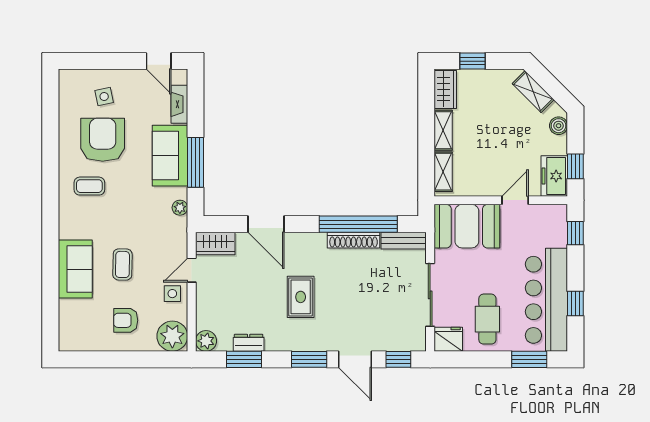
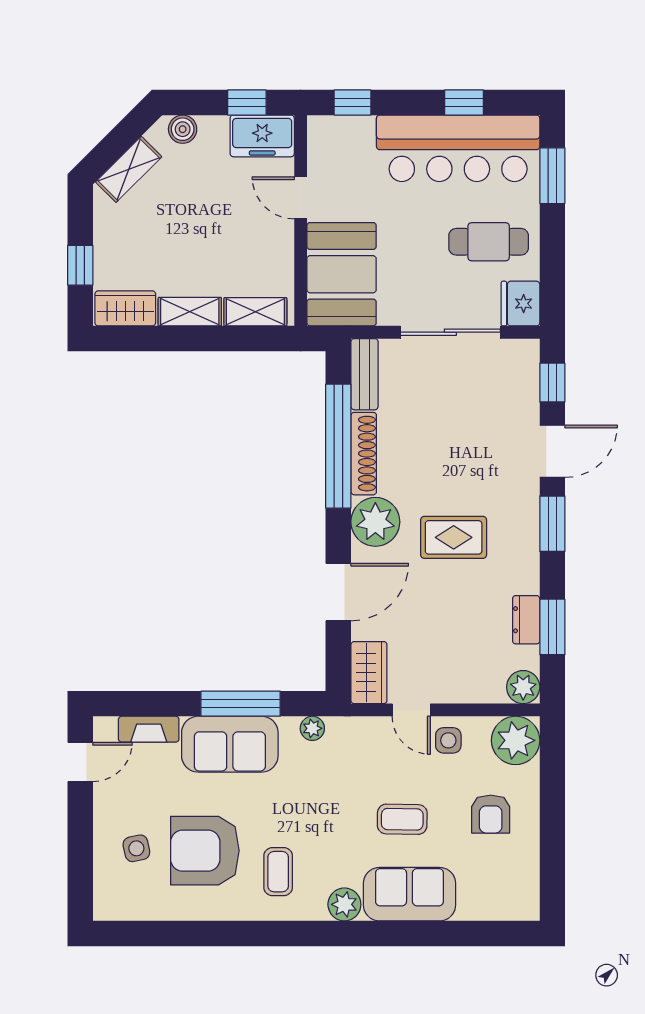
plant: (69, 228) -> (344, 904), added
plant: (310, 248) -> (375, 522), added

